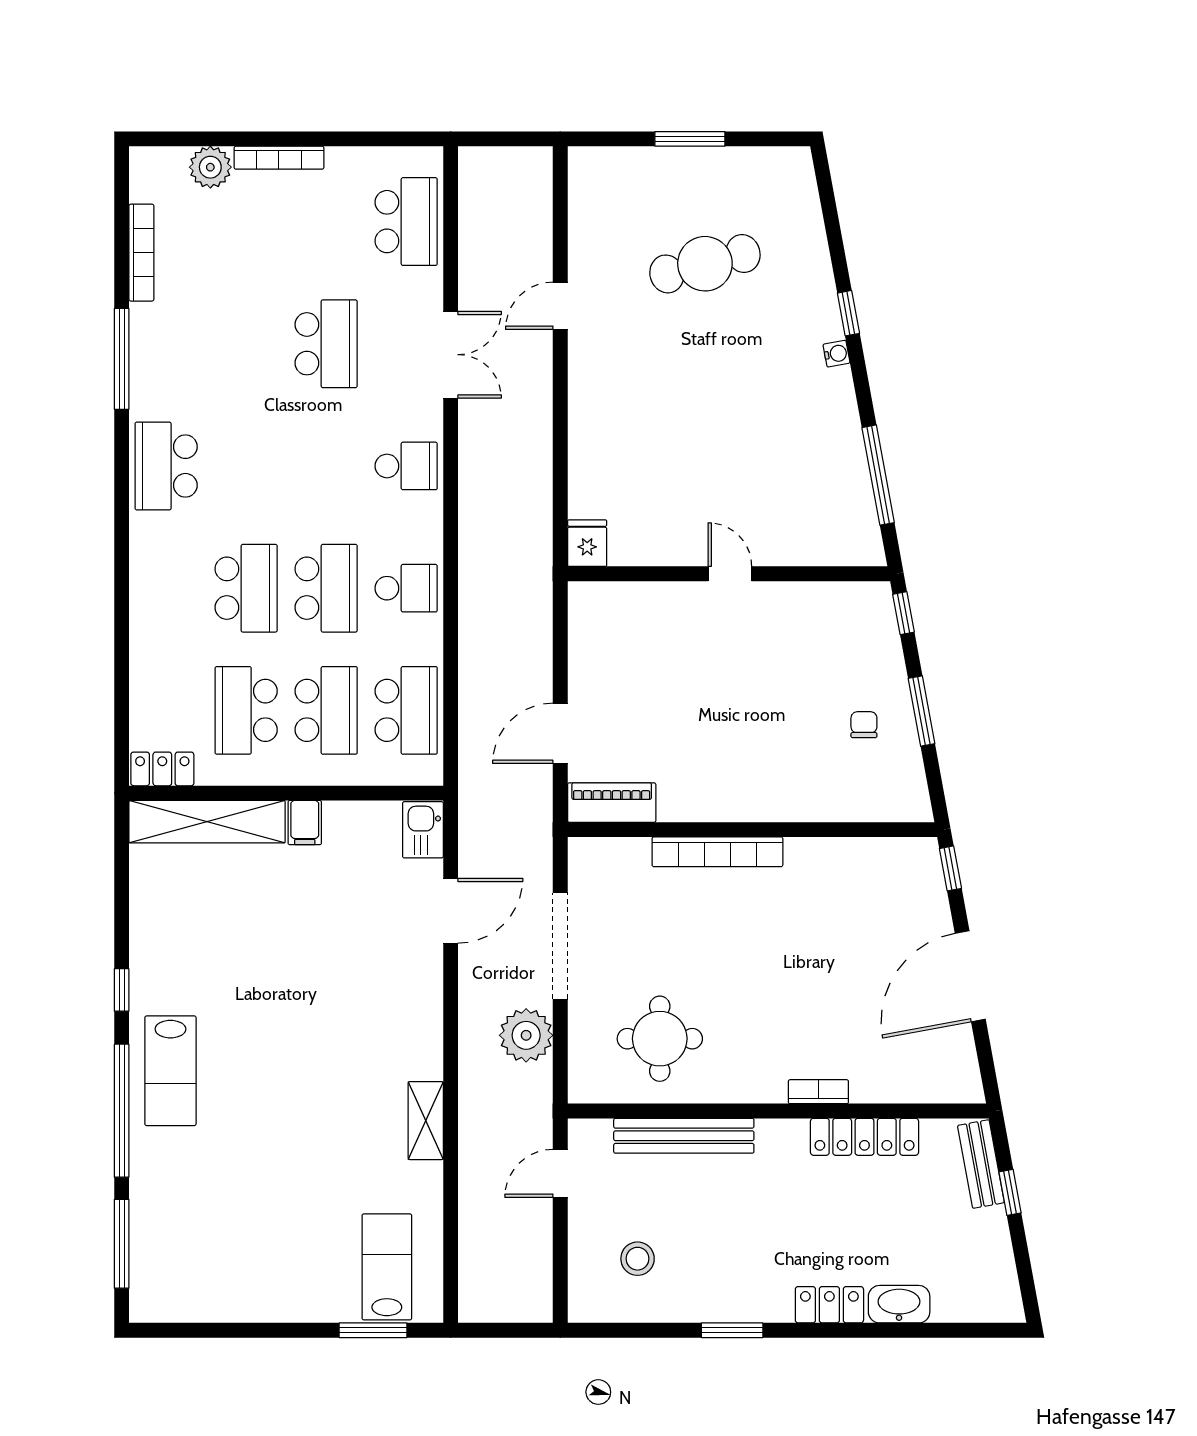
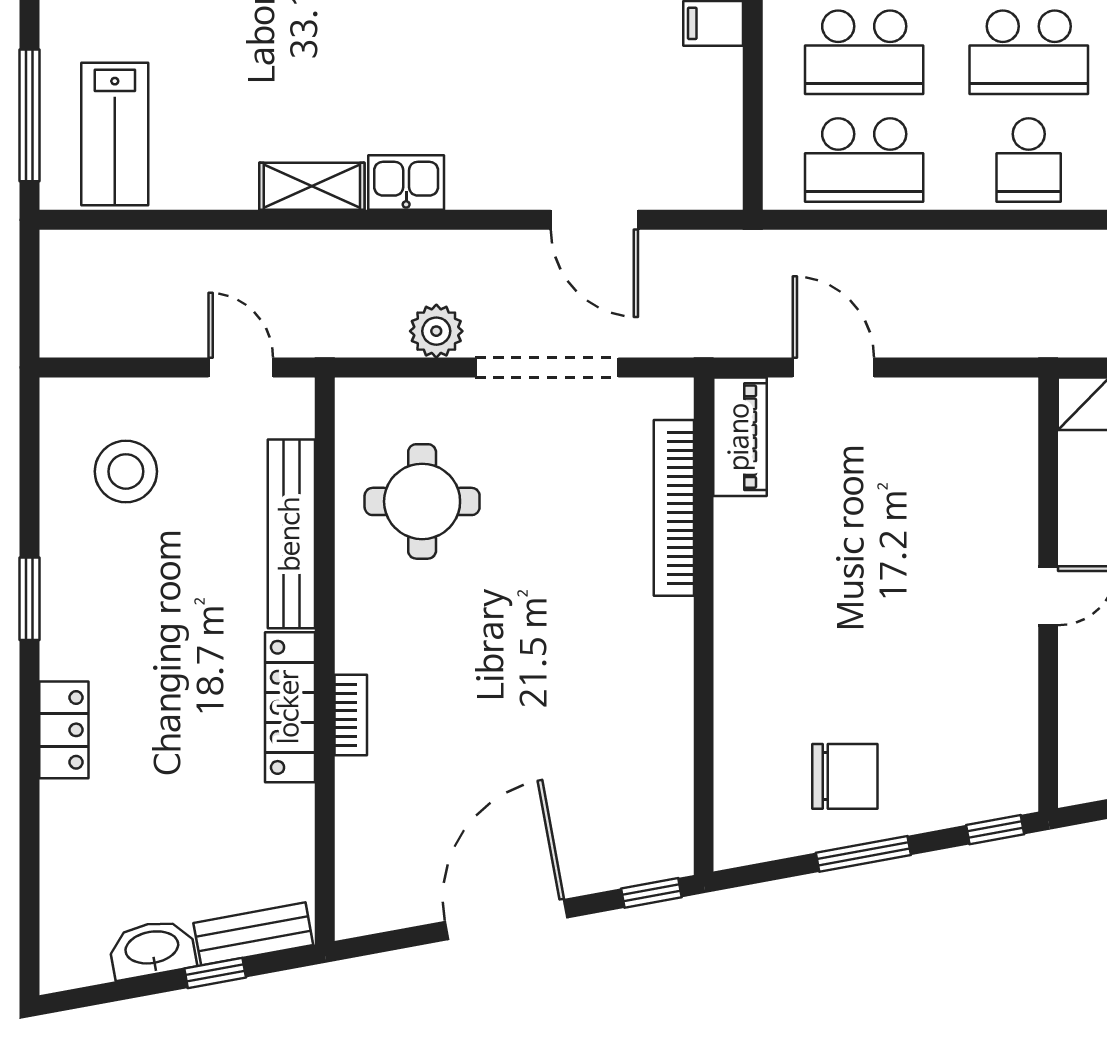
chair: (864, 725) -> (845, 776), width x1.87, depth x1.87
kitchen sink: (423, 830) -> (406, 183), moved
bookcase: (717, 852) -> (674, 508), moved
door: (970, 976) -> (506, 920), hinge flipped
plant: (526, 1035) -> (436, 331), width x0.73, depth x0.73
locker: (864, 1137) -> (290, 707), moved
stool: (638, 1259) -> (126, 471), width x1.38, depth x1.38
lab bench: (387, 1267) -> (115, 134), turned 90
washbasin: (899, 1304) -> (152, 949), moved, turned -100
window: (373, 1330) -> (29, 115), width x1.44

